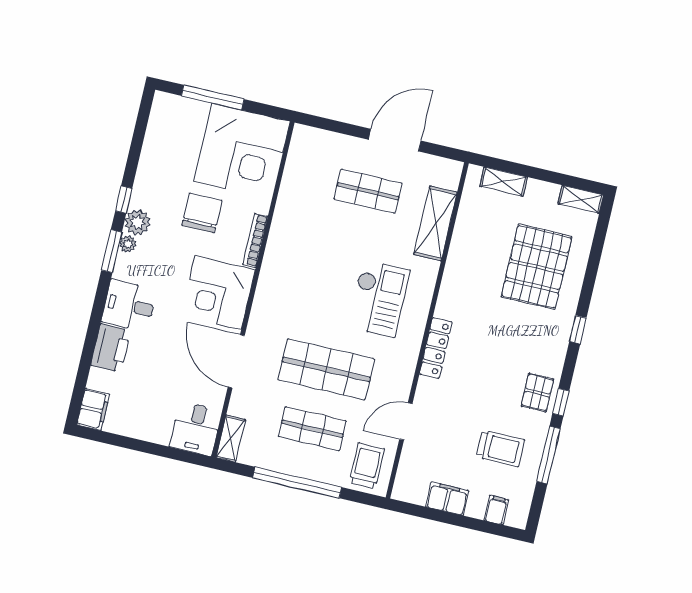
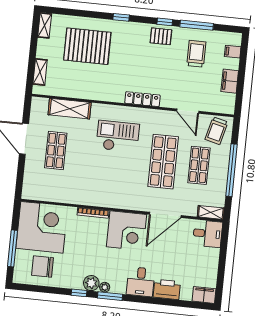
chair: (202, 213) -> (43, 267), moved
trolley: (367, 466) -> (216, 131), turned -76

